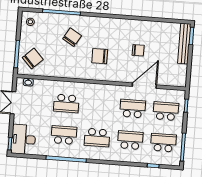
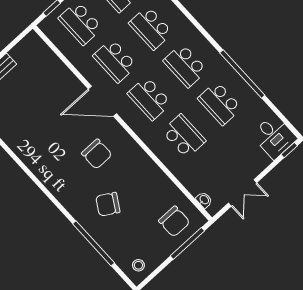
chair: (138, 50) -> (48, 120), removed
chair: (33, 59) -> (174, 221), turned -137
door: (144, 86) -> (102, 101), moved
school desk: (99, 106) -> (149, 98), added
school desk: (97, 138) -> (185, 66), turned 180
desk: (23, 139) -> (274, 137), width x0.73

